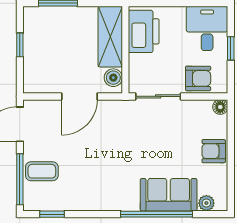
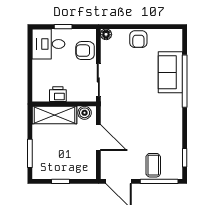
printer: (144, 31) -> (58, 94), width x0.53, depth x0.68
armchair: (198, 78) -> (85, 51), turned -90
plant: (206, 203) -> (176, 44), removed

